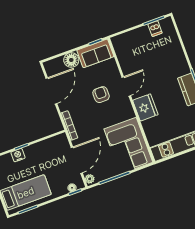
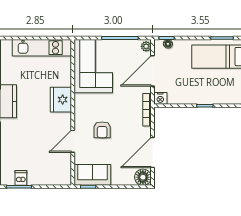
floor lamp: (71, 60) -> (143, 177), moved
door: (126, 86) -> (73, 141), moved
nightstand: (18, 155) -> (160, 98), moved

